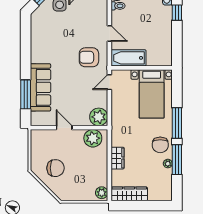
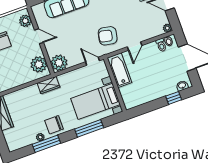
armchair: (89, 57) -> (108, 36), turned -79
window: (177, 123) -> (89, 128), moved
door: (64, 128) -> (39, 36), hinge flipped
plant: (43, 136) -> (25, 21), added
wardrobe: (118, 158) -> (48, 85), moved

